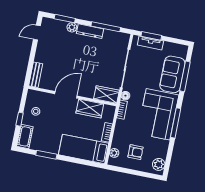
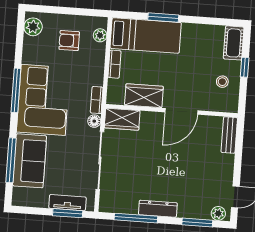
plant: (72, 27) -> (218, 213), moved
window: (46, 155) -> (163, 18), moved

